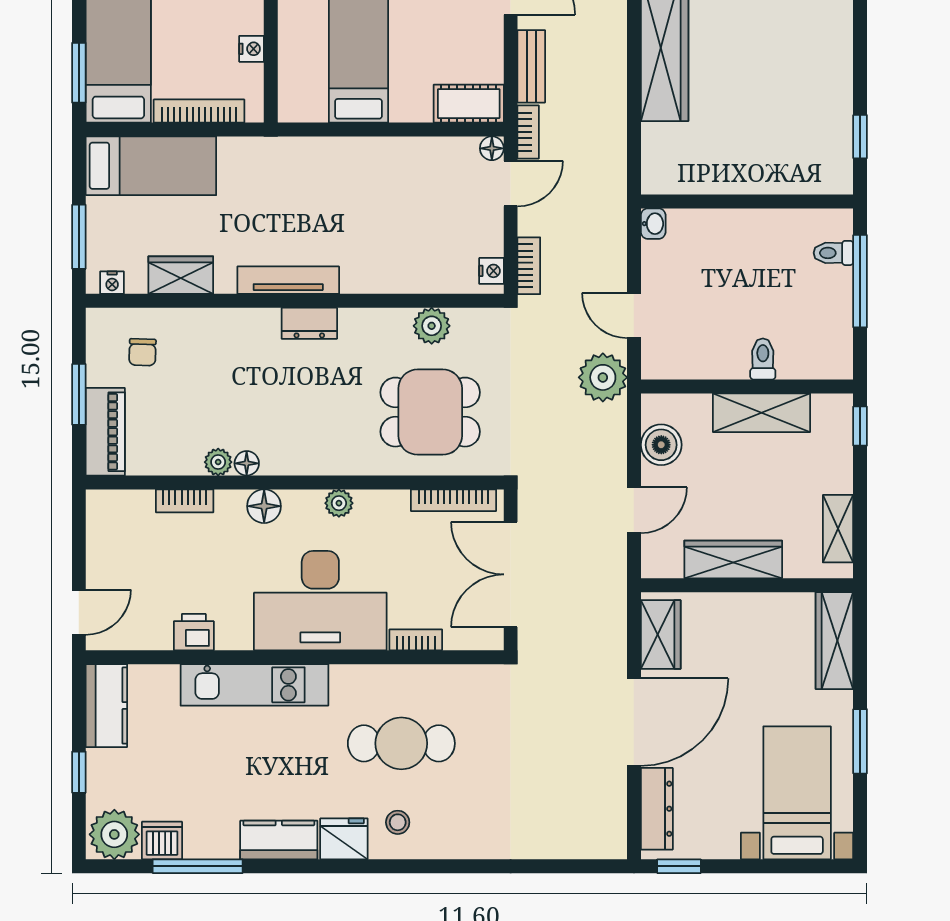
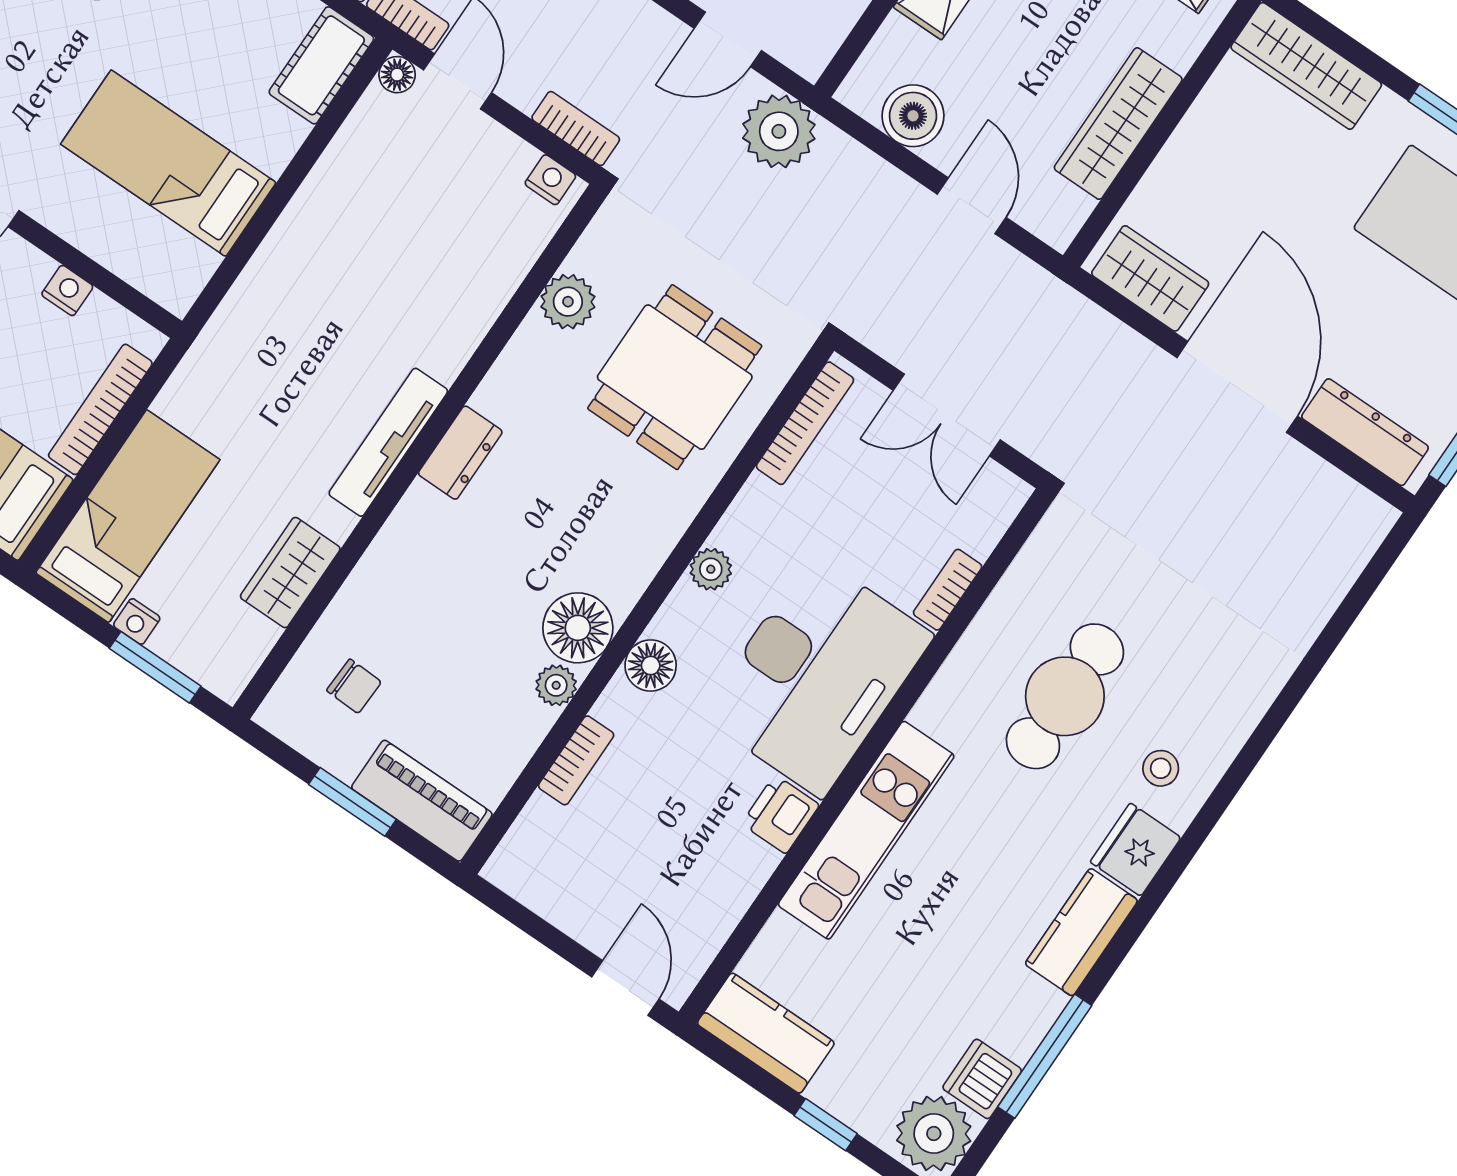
nightstand: (112, 283) -> (137, 621), moved, turned 90
floor lamp: (247, 463) -> (578, 628), width x1.89, depth x1.89
double door: (511, 574) -> (947, 415), width x0.73
printer: (194, 632) -> (780, 814), moved

